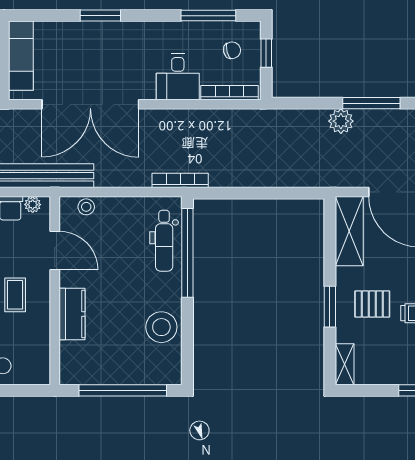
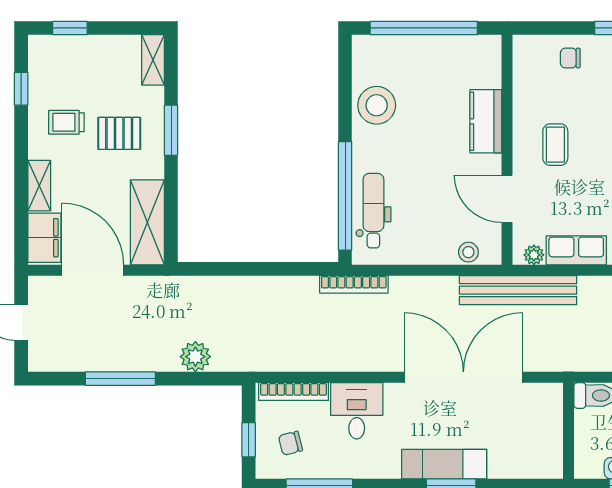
exam couch: (21, 56) -> (444, 464), moved, turned 90
plant: (341, 121) -> (195, 357), moved

